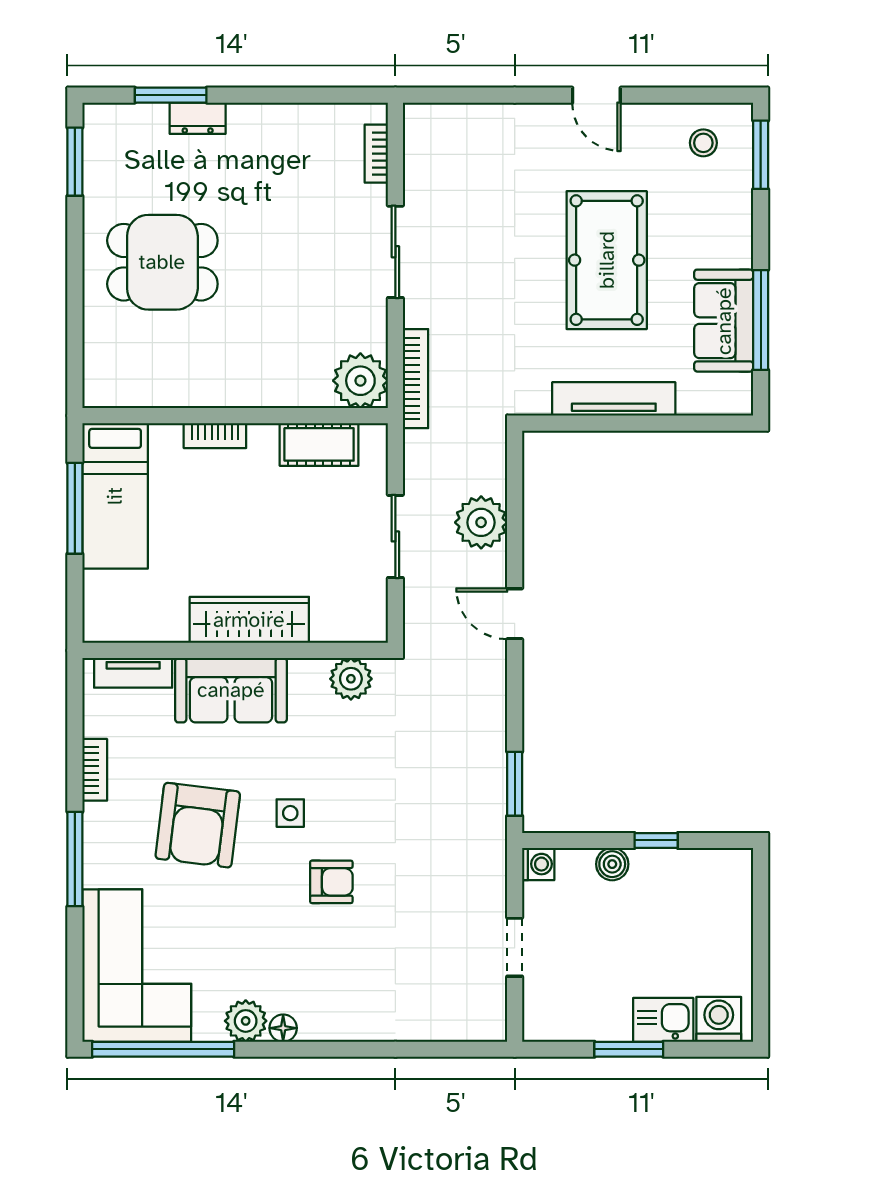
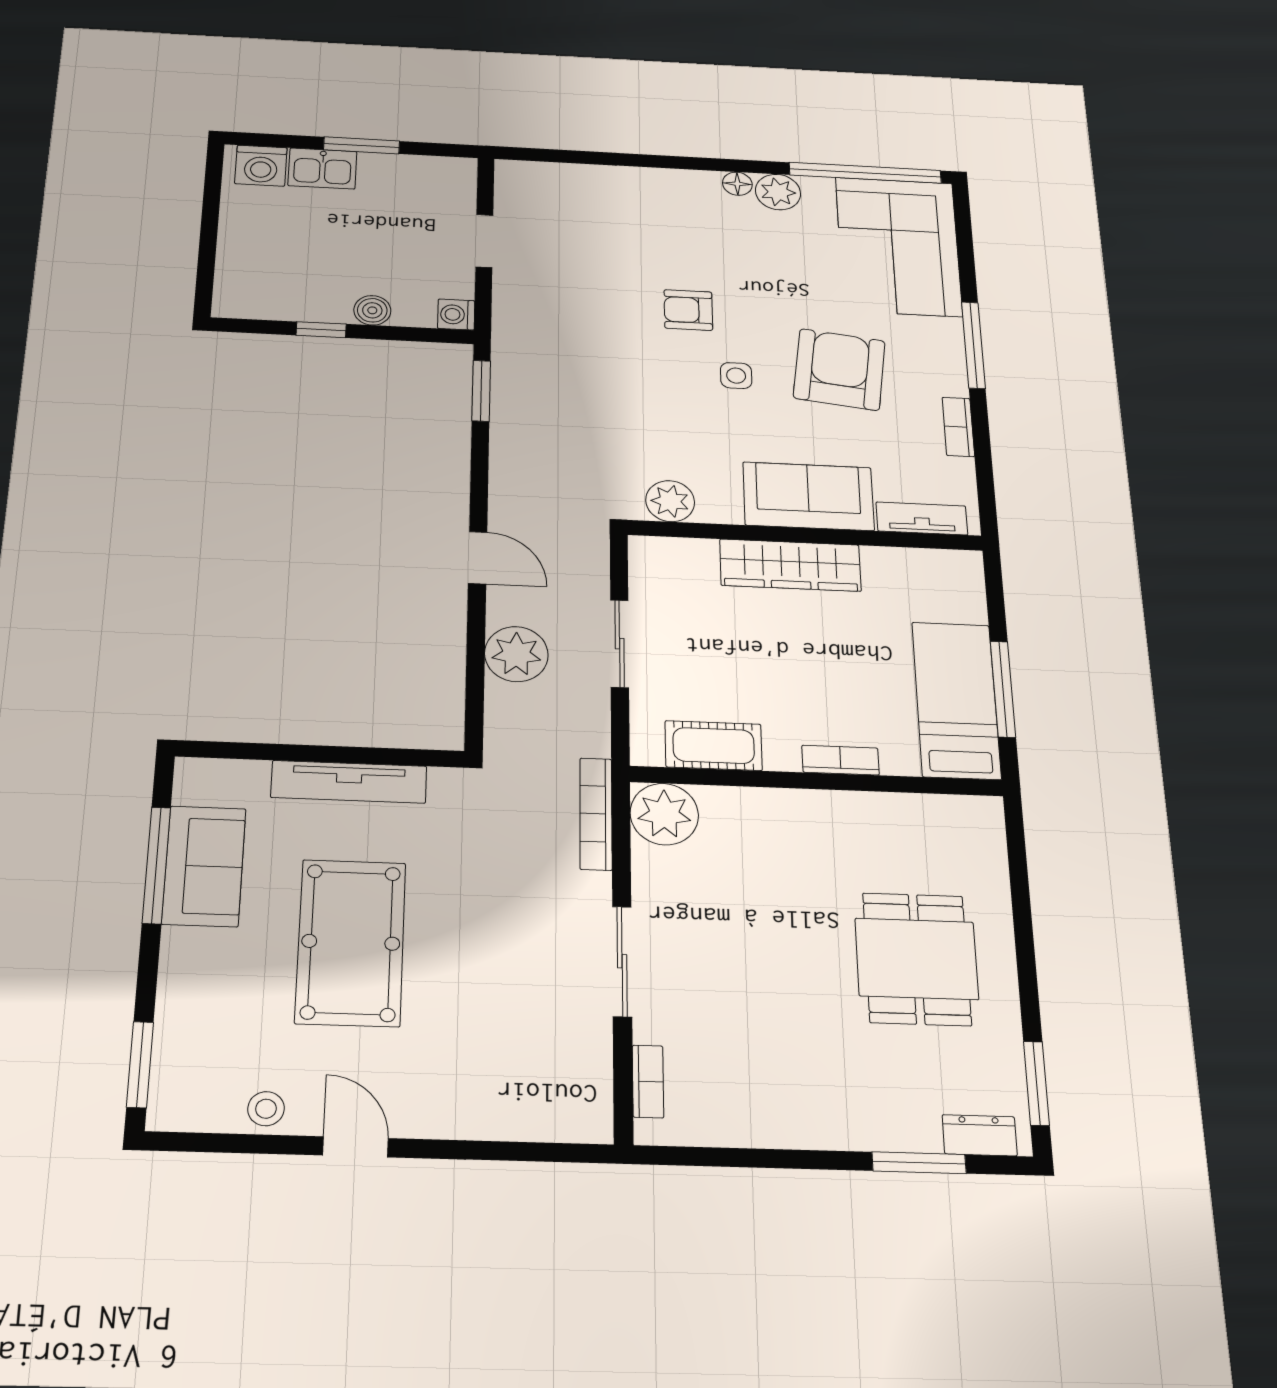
dresser: (198, 118) -> (980, 1135), moved
stool: (703, 143) -> (266, 1109), moved
dining table: (162, 262) -> (917, 959), turned 90

